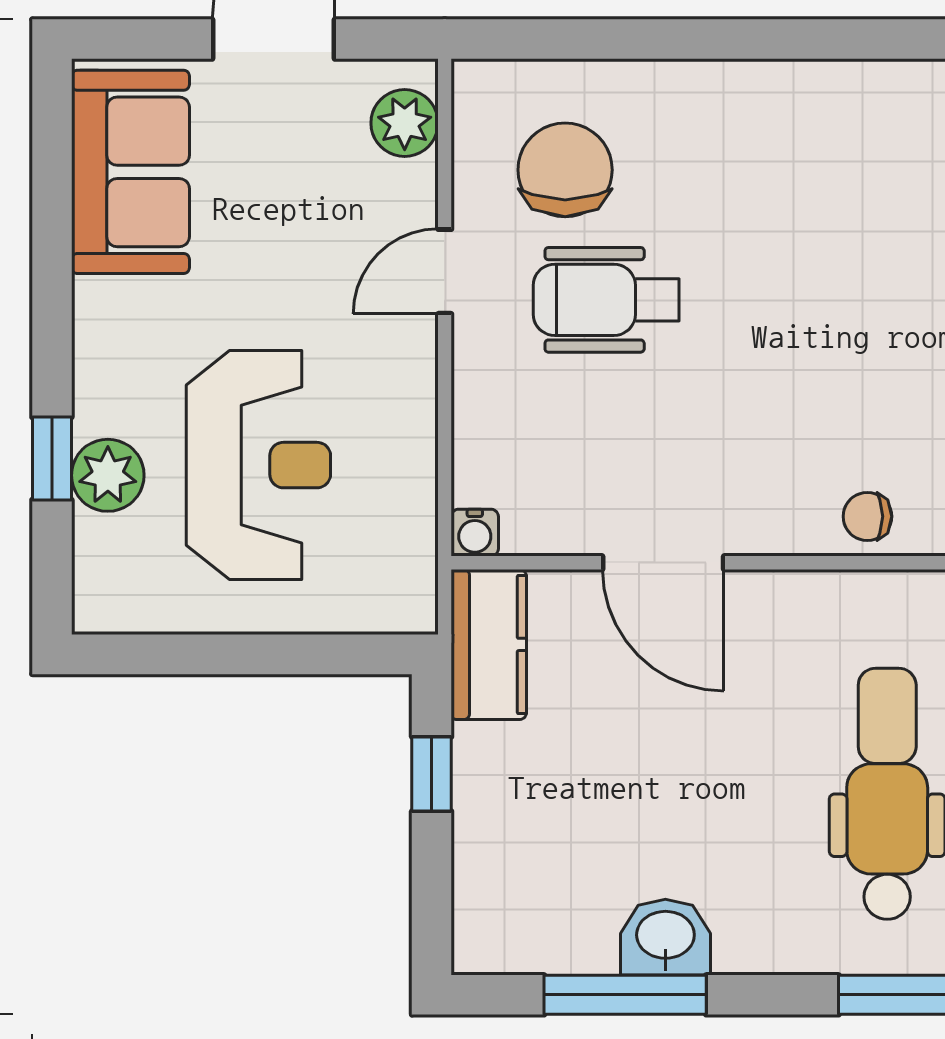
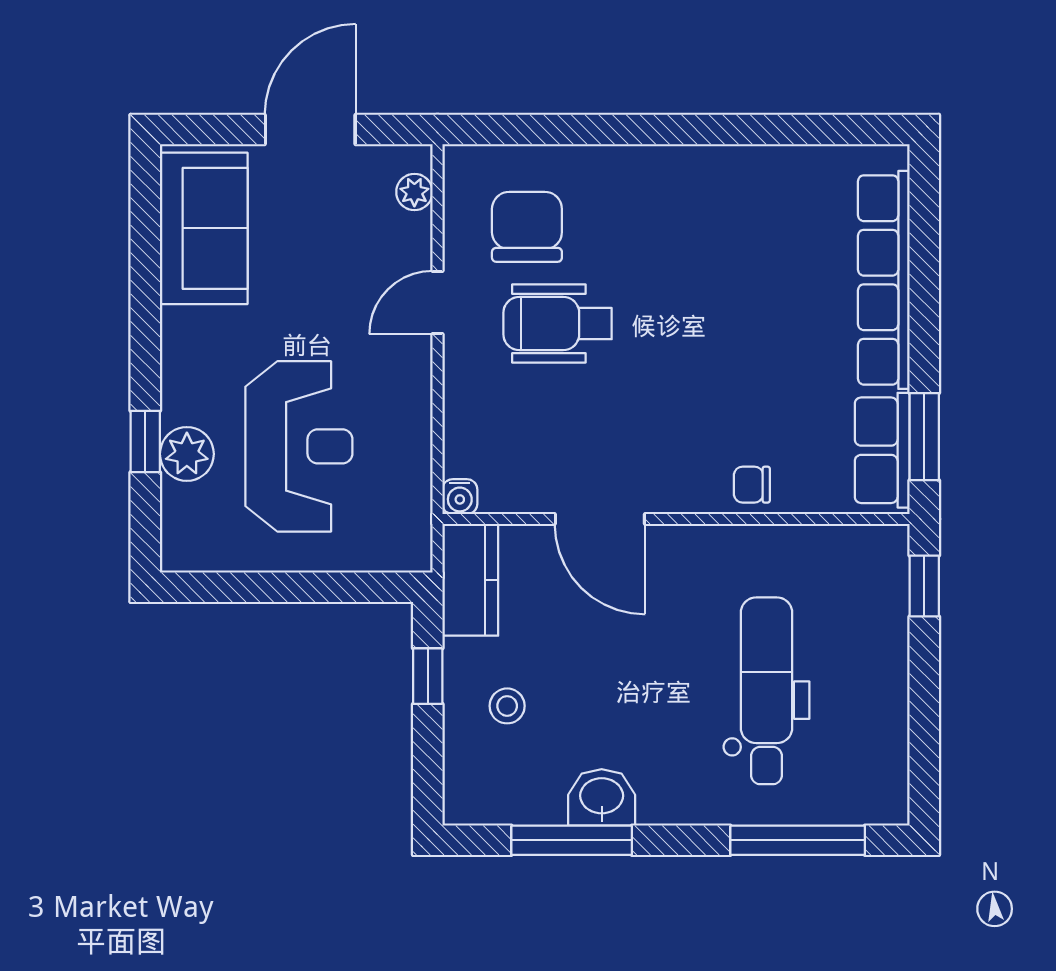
plant: (405, 123) -> (414, 192), width x0.73, depth x0.73
stool: (538, 814) -> (507, 706), added

